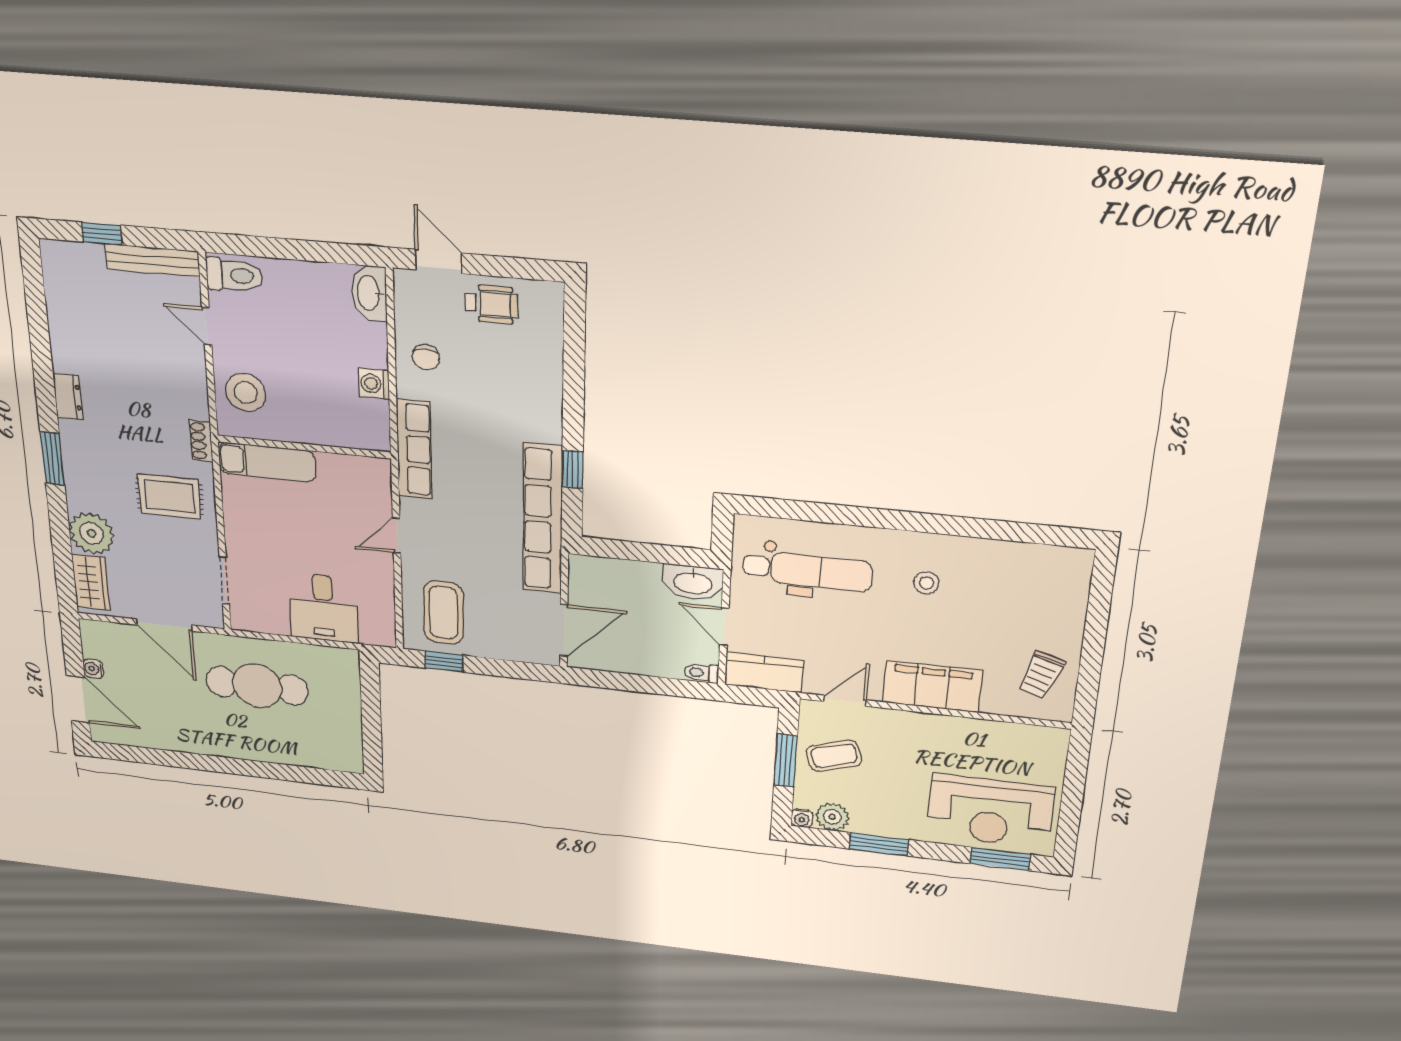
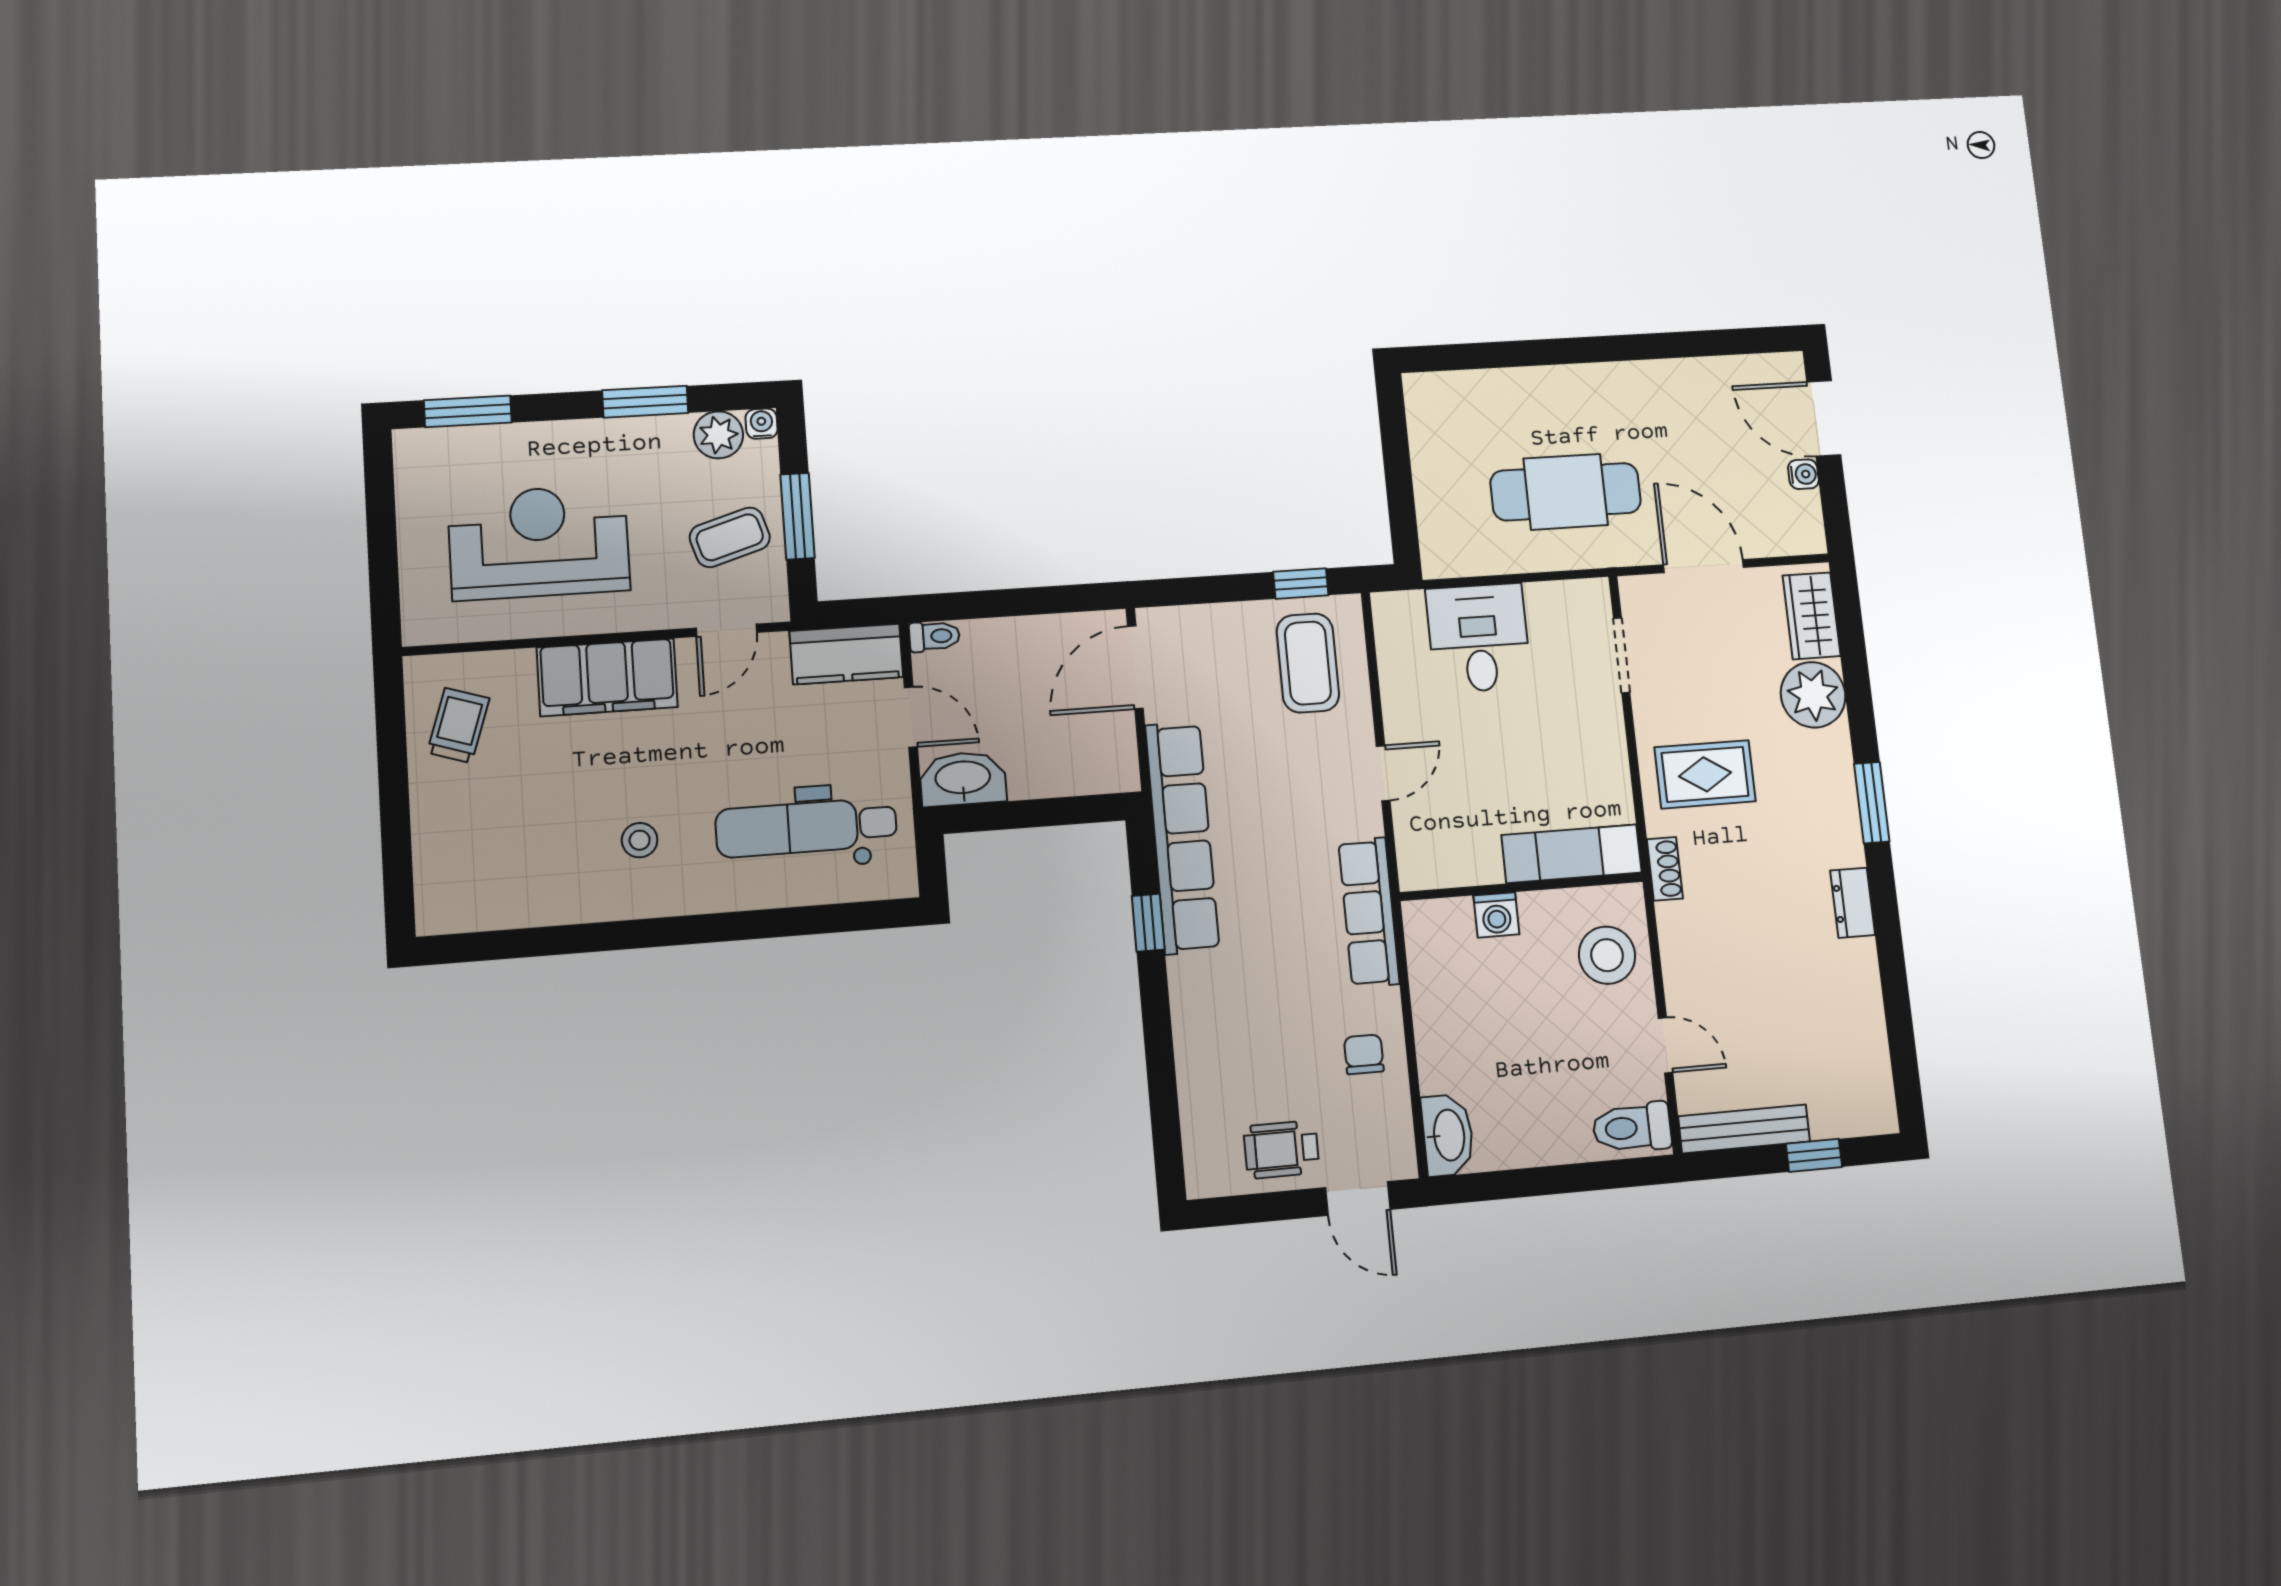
washing machine: (374, 384) -> (1496, 915), moved, turned 90
reception desk: (990, 811) -> (539, 542), moved

